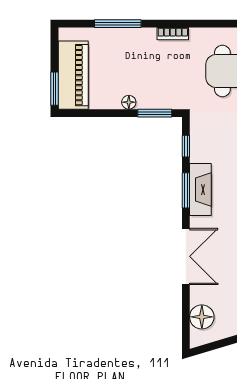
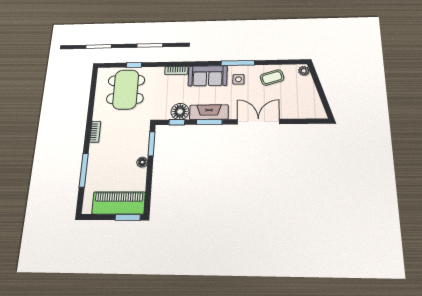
floor lamp: (202, 317) -> (180, 111), moved

